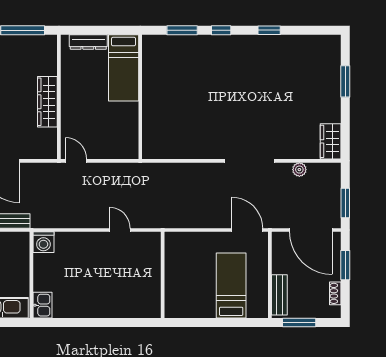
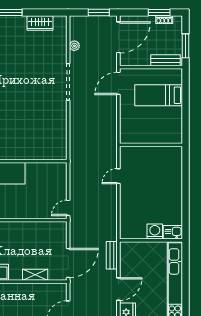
wardrobe: (47, 102) -> (25, 229), removed
wardrobe: (331, 141) -> (40, 23), moved
washing machine: (43, 242) -> (155, 231), moved, turned -90
window: (345, 265) -> (159, 12), moved

